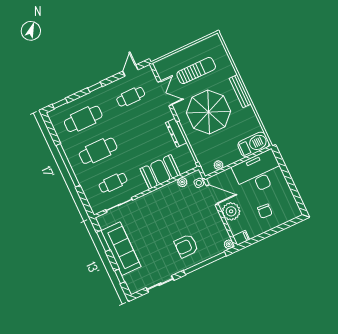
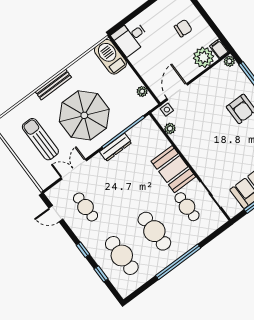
window: (60, 103) -> (101, 274), moved
booth: (160, 172) -> (173, 169), moved
desk: (258, 173) -> (131, 38), width x0.53, depth x0.77
plant: (231, 211) -> (204, 57), moved

